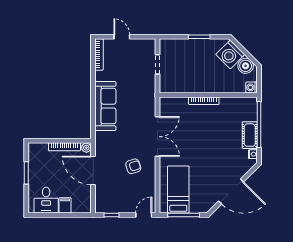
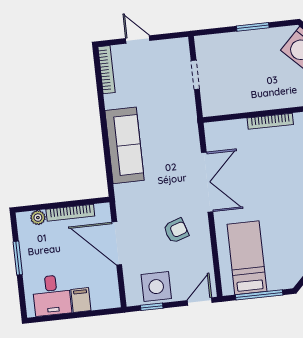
plant: (86, 148) -> (38, 218), moved
side table: (116, 202) -> (156, 287), added

